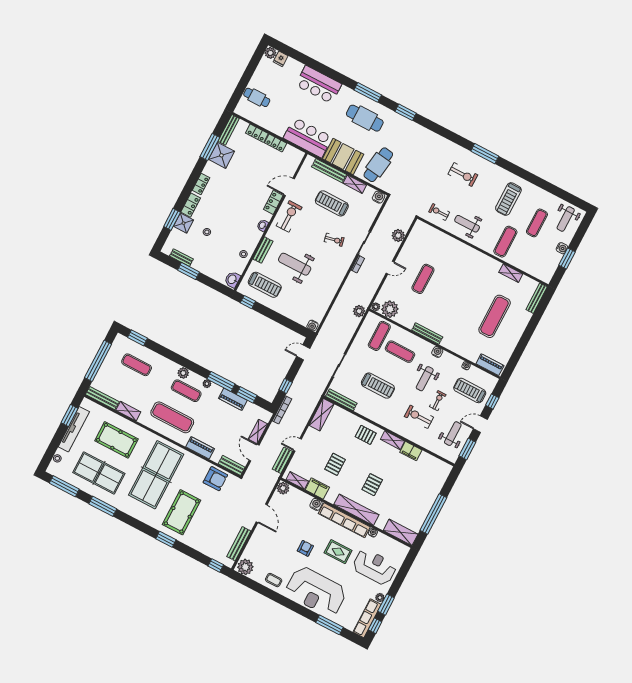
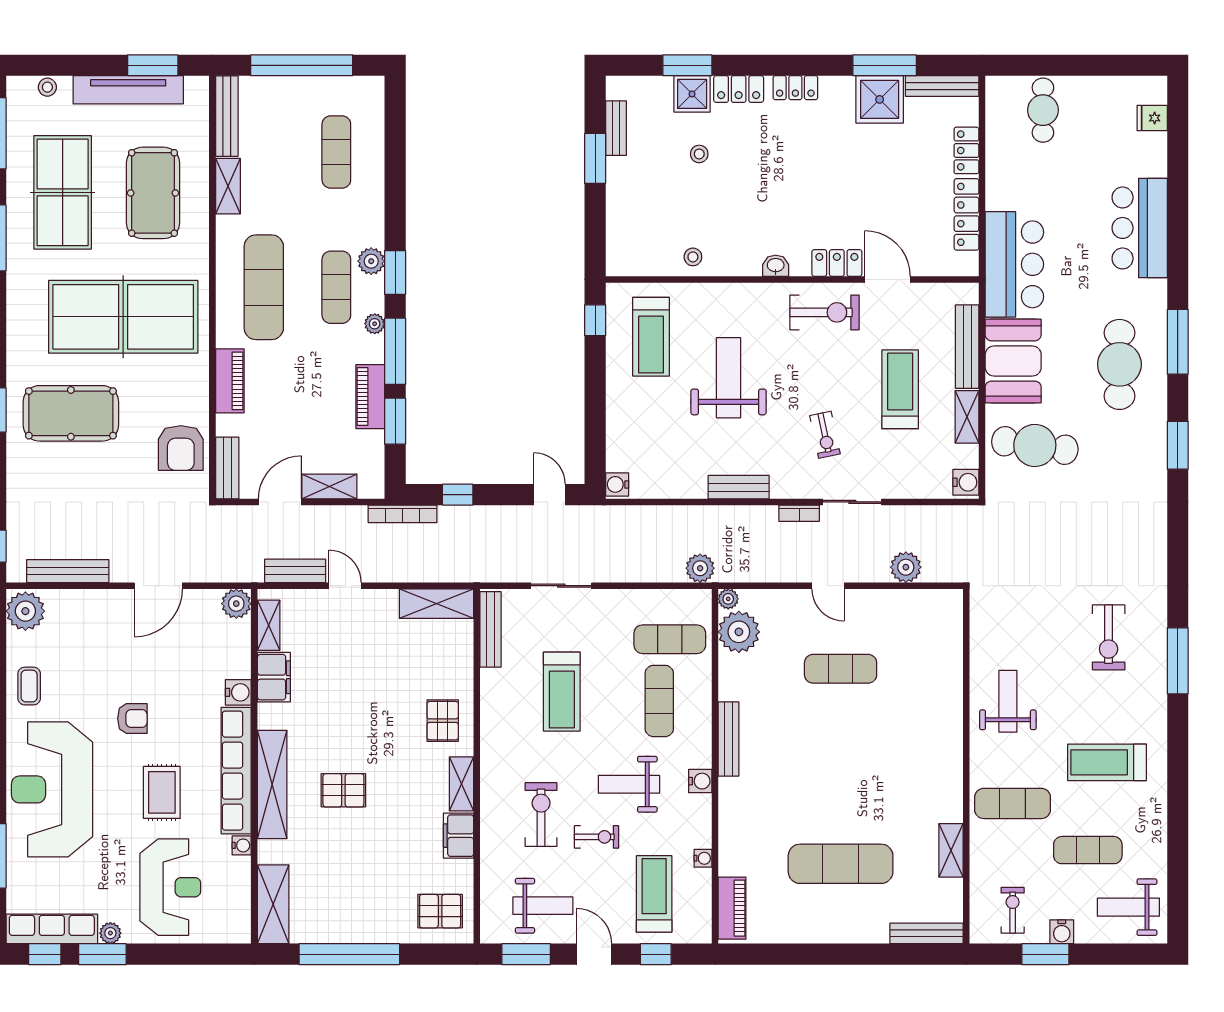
plant: (270, 53) -> (1154, 89), removed
locker: (276, 143) -> (966, 214), width x1.53
exercise bike: (439, 212) -> (1013, 910), moved
bench: (263, 250) -> (739, 487), moved
washbasin: (232, 279) -> (626, 262), removed
window: (138, 338) -> (395, 273), moved
pallet: (335, 464) -> (440, 911), moved

